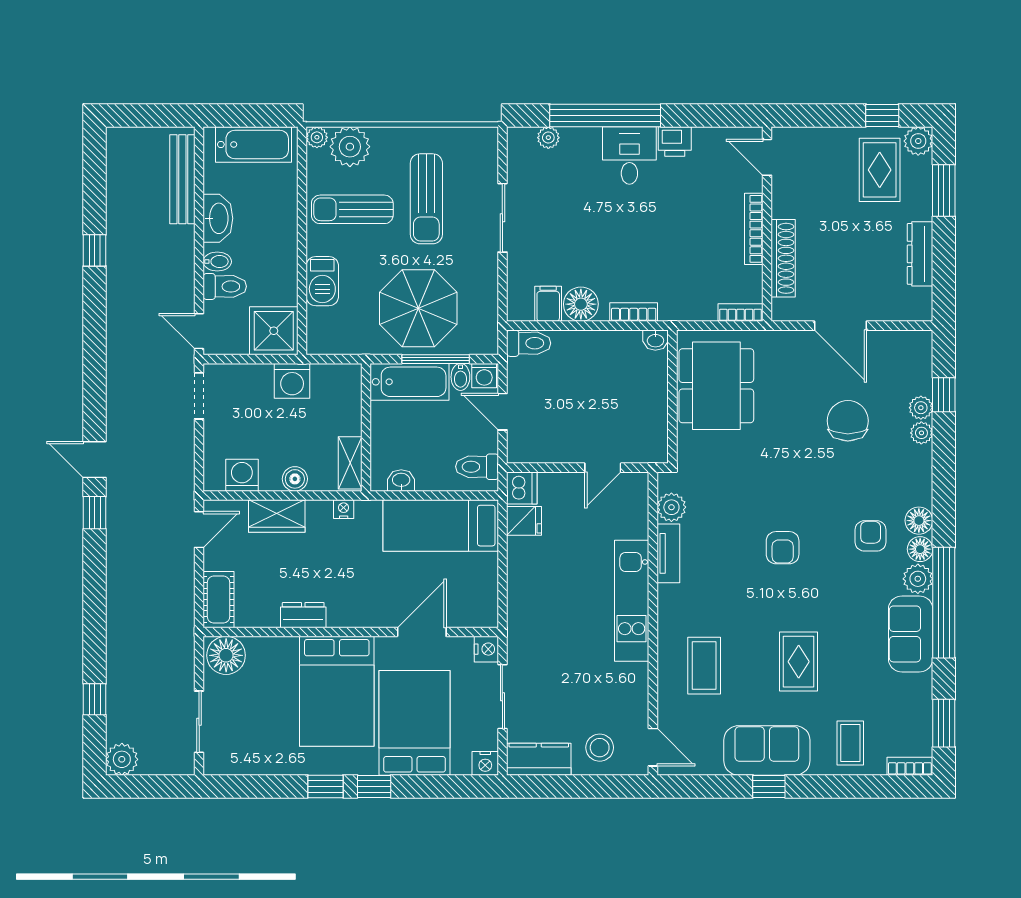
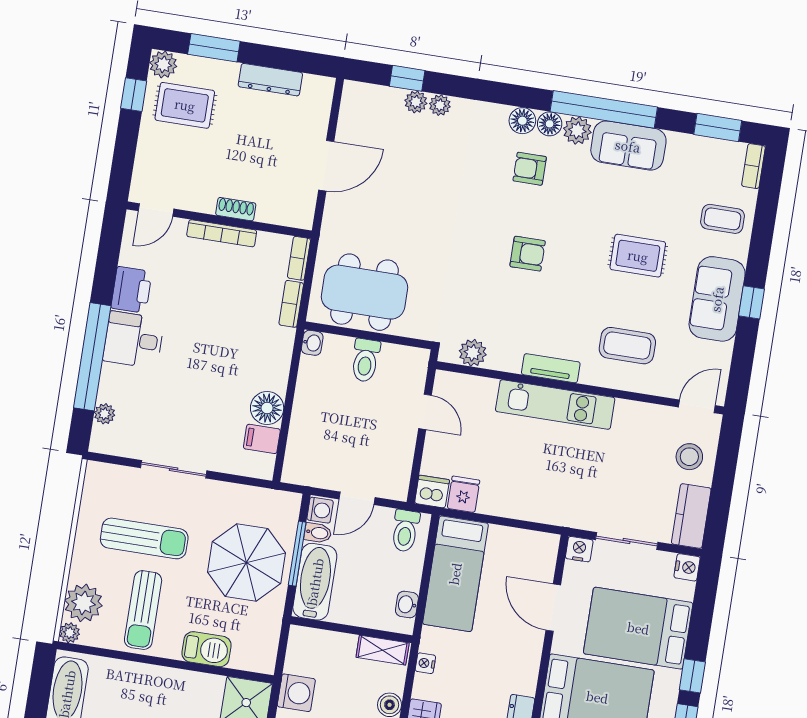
printer: (675, 141) -> (131, 290), width x1.36, depth x1.24
shoe rack: (783, 258) -> (236, 209), width x0.51, depth x0.81
bookcase: (634, 312) -> (291, 304), moved
toilet: (529, 343) -> (365, 360), moved, turned 180
chair: (848, 421) -> (417, 173), removed
tv unit: (668, 553) -> (551, 368), moved

